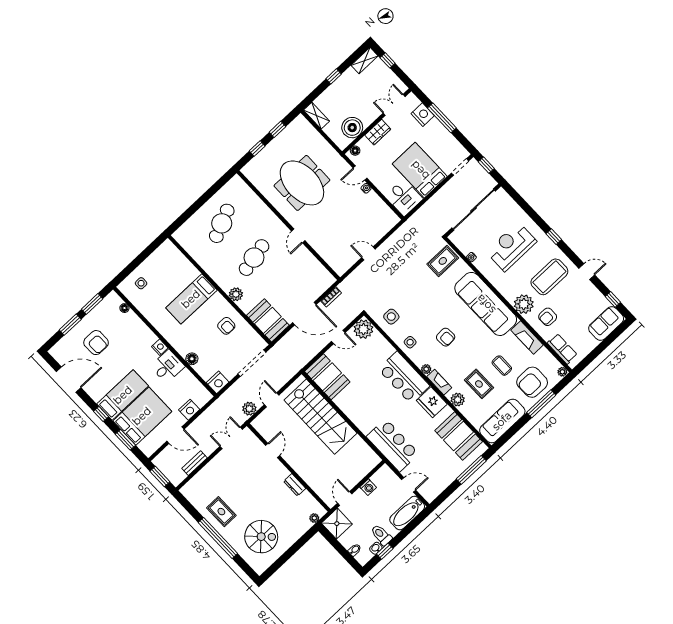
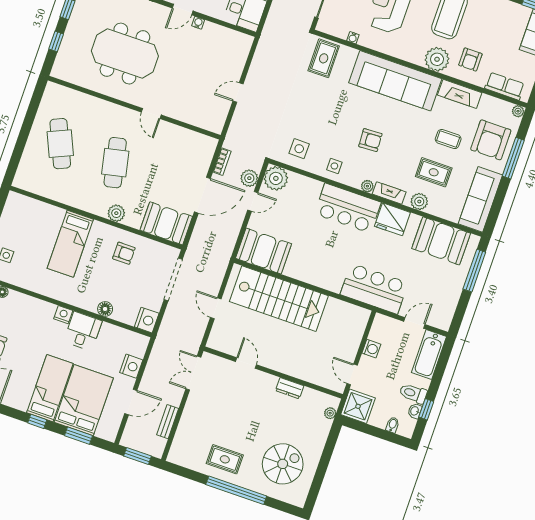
plant: (249, 409) -> (249, 178), moved

